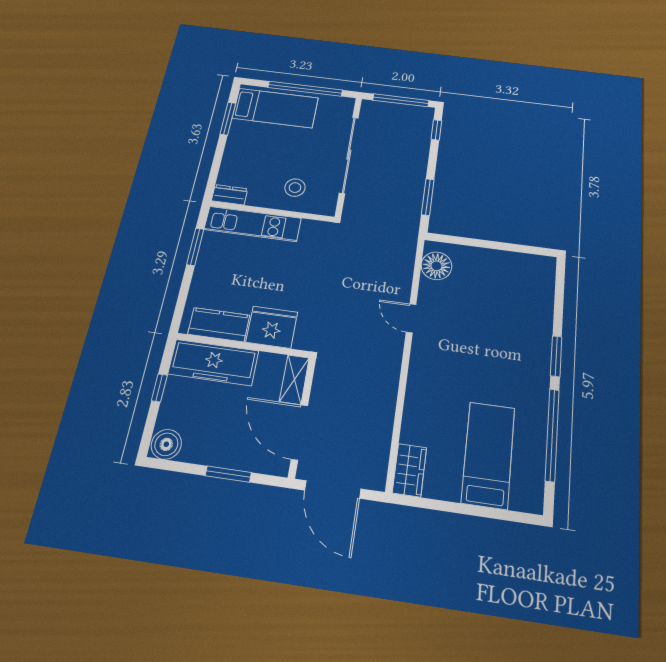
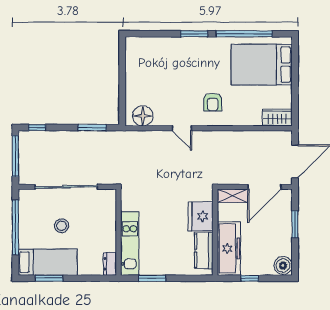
bed: (275, 108) -> (48, 262), moved, turned 90
stool: (295, 188) -> (62, 226), moved
door: (411, 318) -> (182, 128), hinge flipped
armchair: (446, 370) -> (213, 102), added
bed: (488, 455) -> (262, 65), width x1.50

